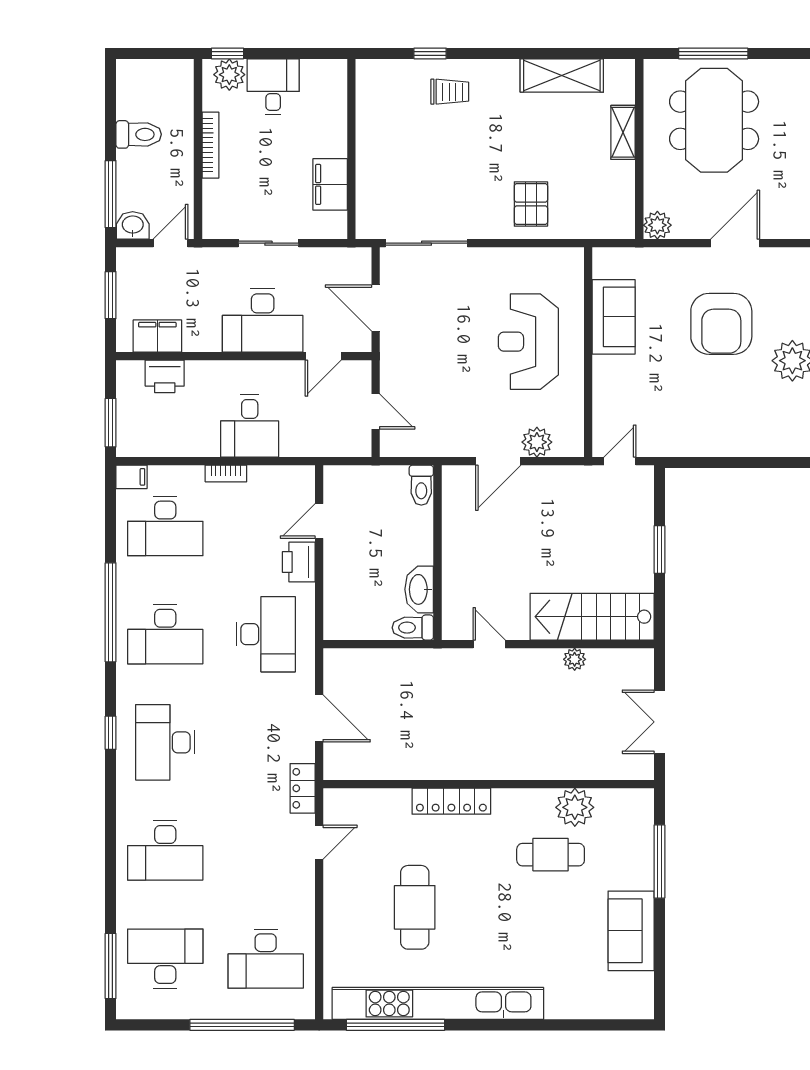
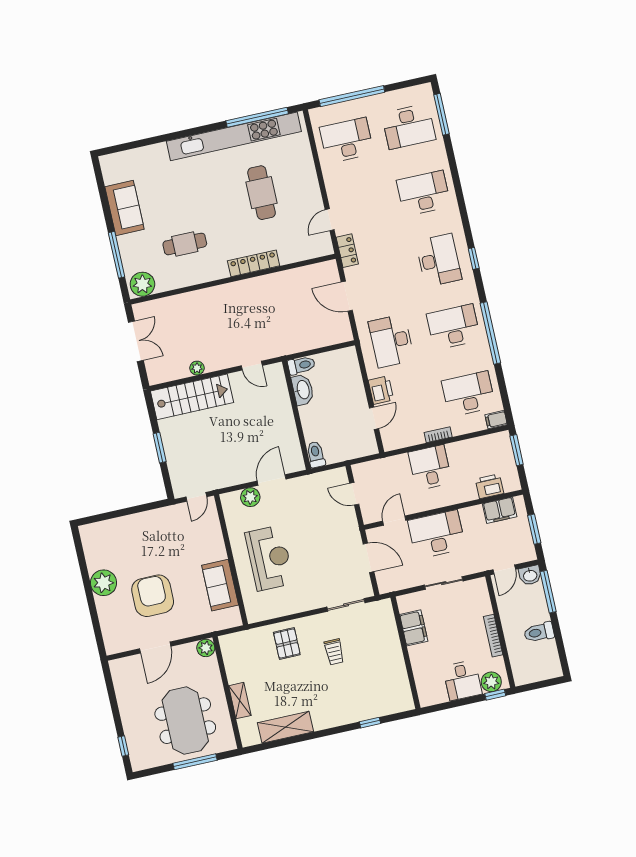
trolley: (450, 92) -> (334, 652), moved, turned -90
sliding door: (426, 243) -> (346, 605), width x0.73
plant: (575, 807) -> (142, 284), moved

